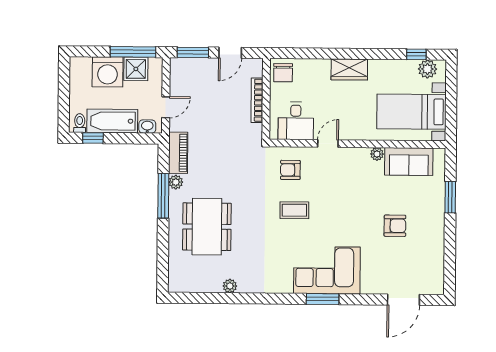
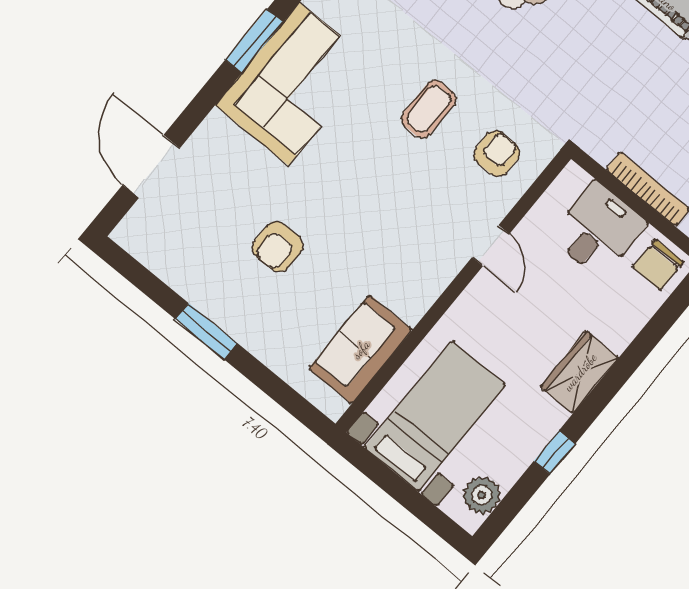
window: (416, 54) -> (555, 452), moved
chair: (283, 73) -> (658, 265), turned -90
desk: (296, 121) -> (598, 230), moved, turned 90
plant: (377, 154) -> (412, 309), removed
window: (450, 197) -> (207, 331), moved

